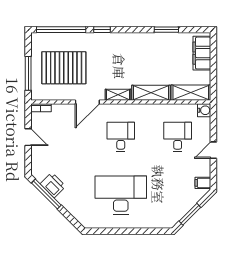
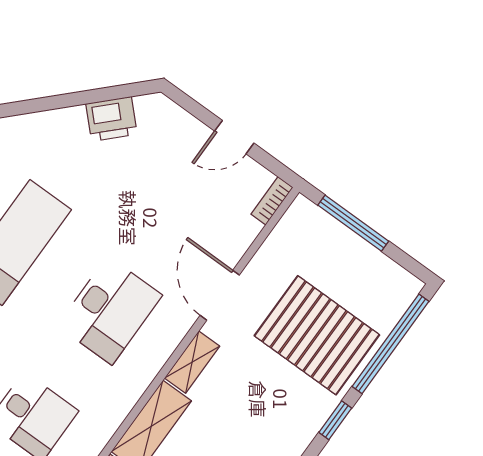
pallet: (64, 68) -> (317, 335), moved, turned 90
desk: (121, 137) -> (110, 310), width x1.37
window: (46, 194) -> (104, 94), removed

